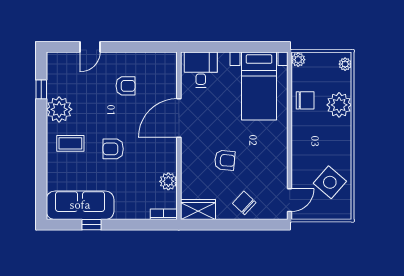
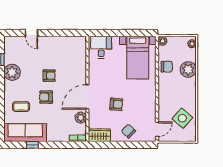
door: (90, 47) -> (31, 33), hinge flipped
armchair: (125, 86) -> (49, 76), moved
door: (179, 118) -> (87, 97), moved
coffee table: (70, 143) -> (21, 107), moved

